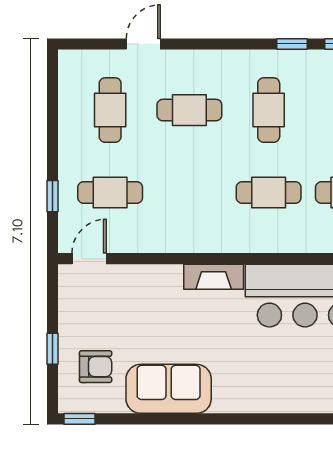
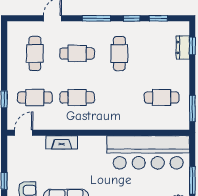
window: (226, 44) -> (97, 18), added
cafe table: (269, 192) -> (77, 97), moved
fireplace: (214, 277) -> (62, 142), moved

